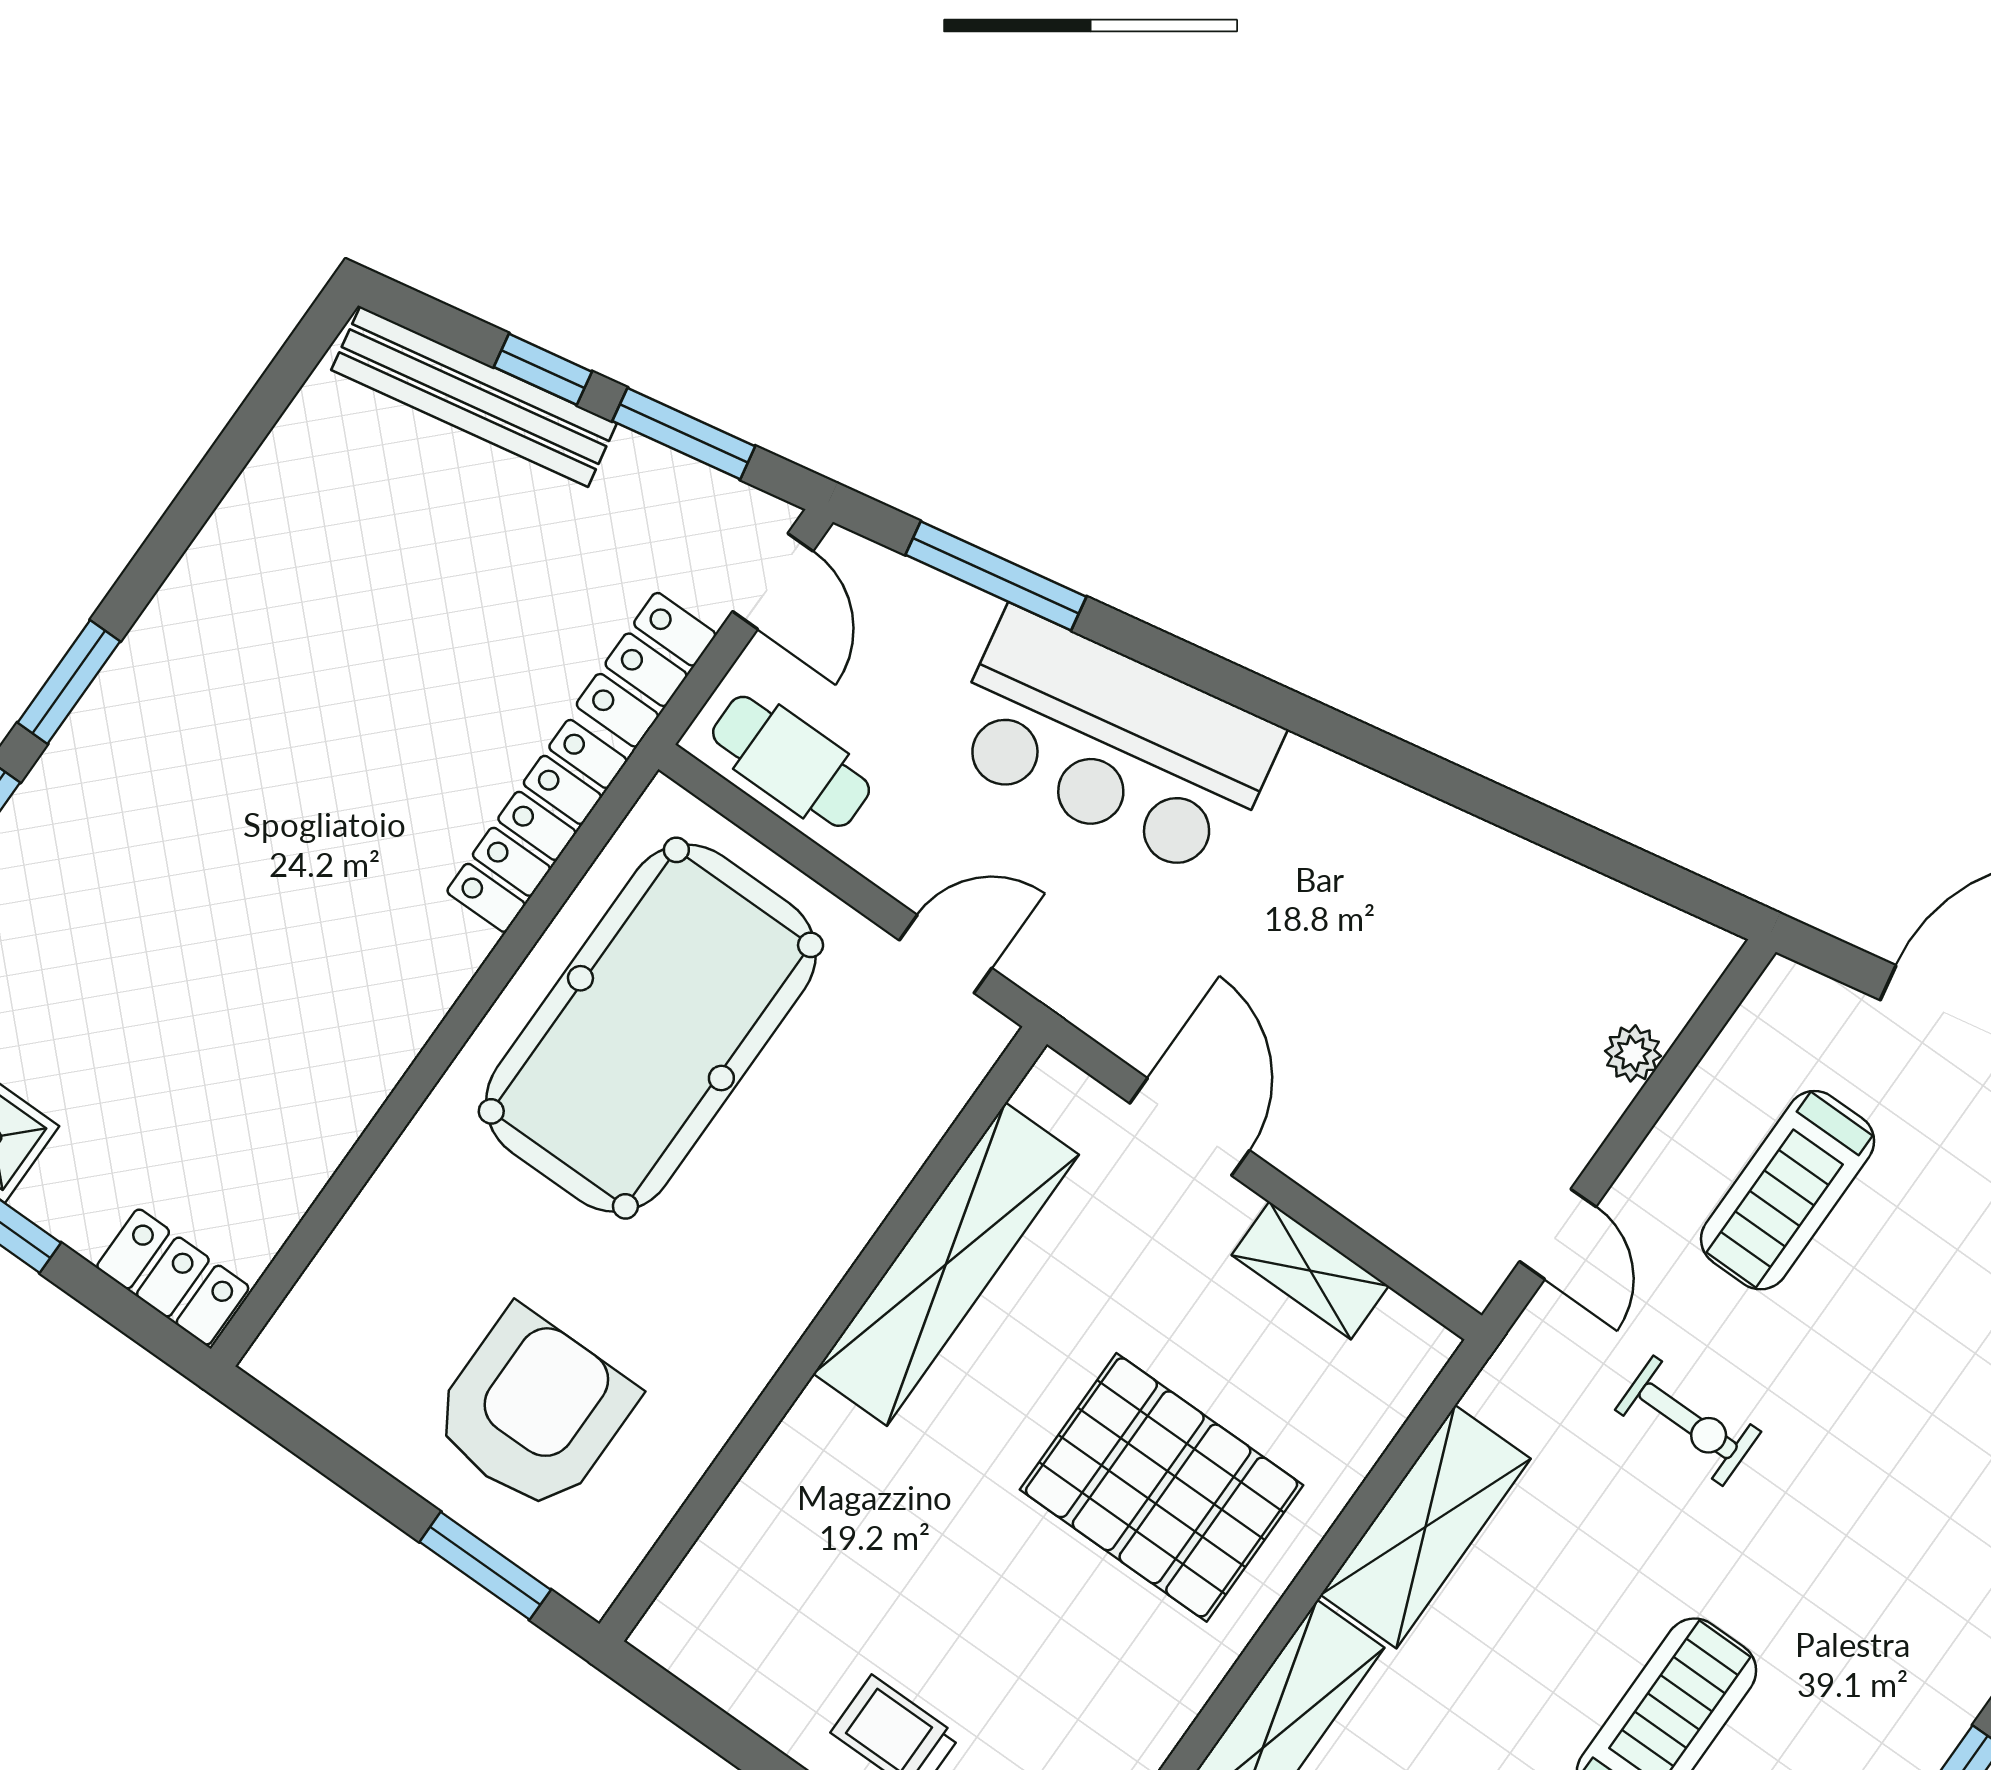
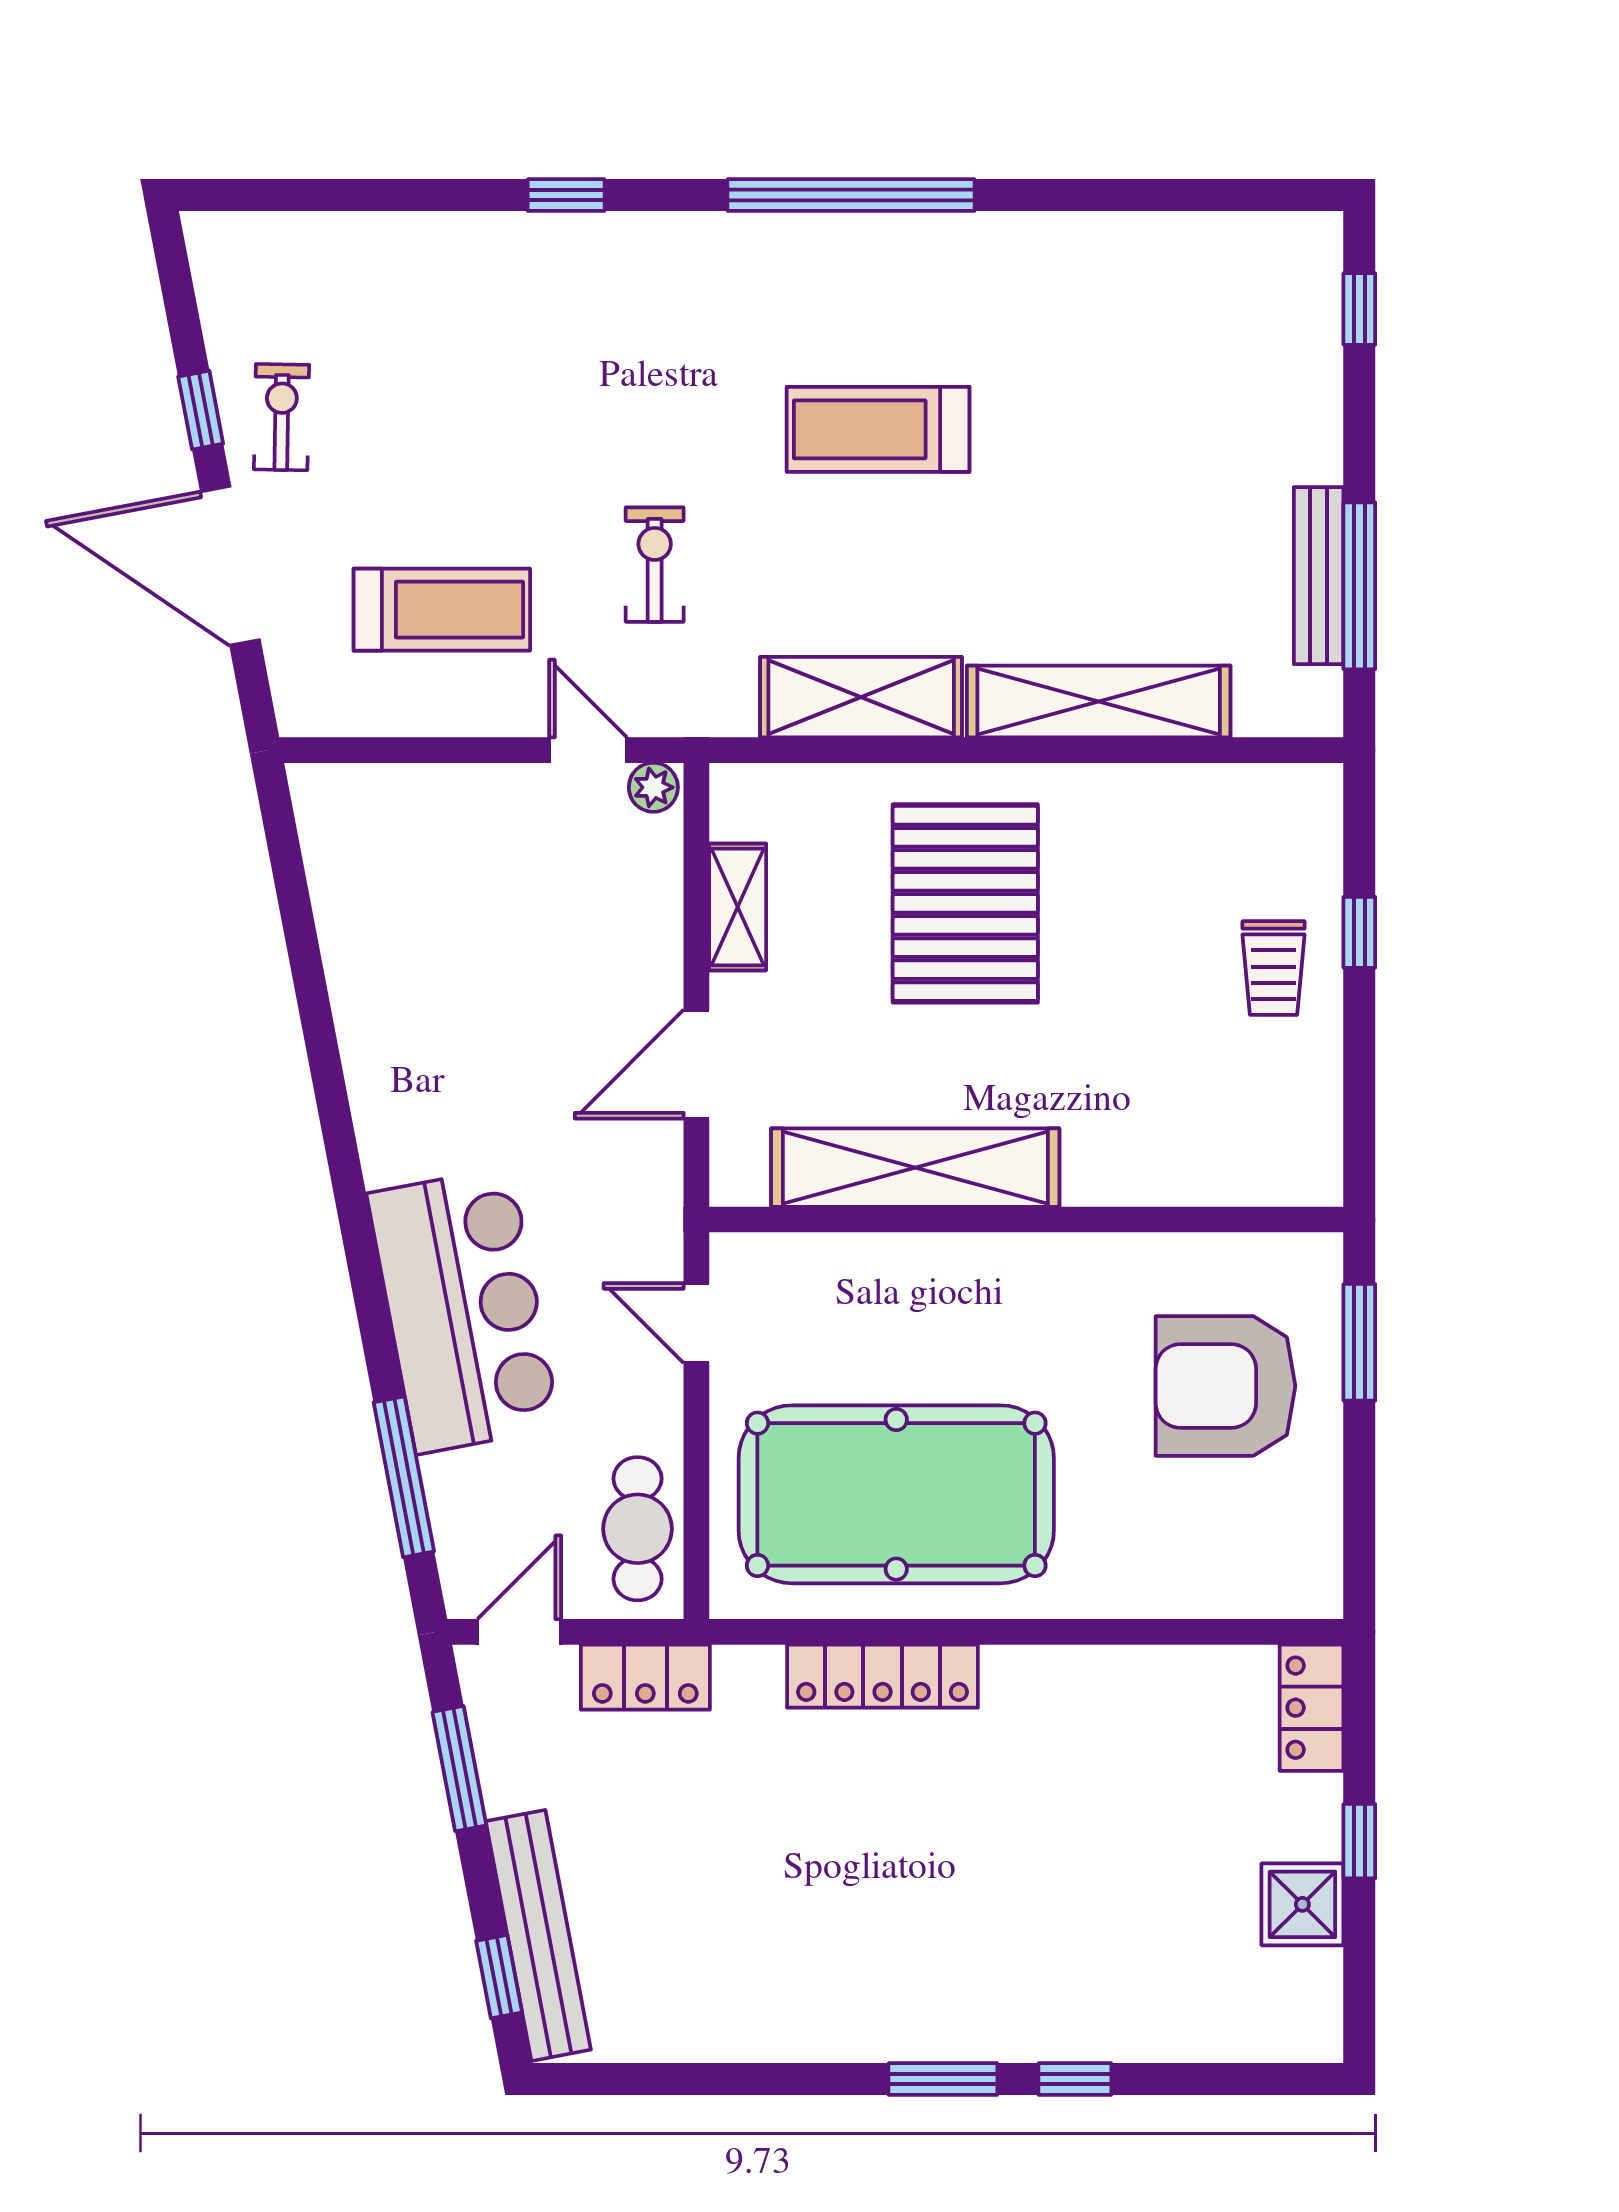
window: (543, 369) -> (499, 1977), moved
locker: (537, 826) -> (883, 1676), moved
plant: (1633, 1053) -> (653, 787), moved
door: (1558, 1234) -> (588, 750), hinge flipped

